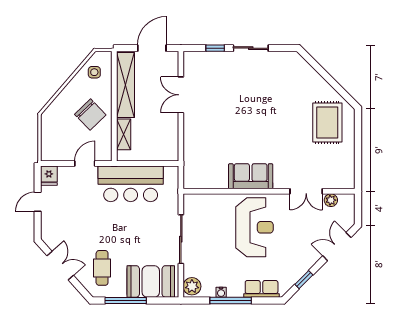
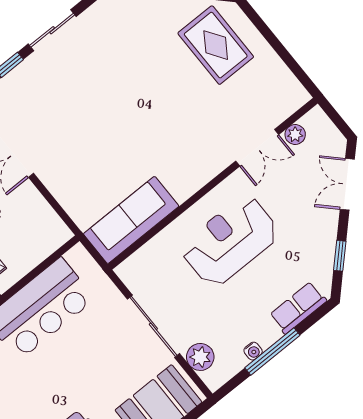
sofa: (251, 176) -> (131, 220), moved, width x1.36
reception desk: (254, 227) -> (230, 241), turned -90
plant: (192, 286) -> (200, 357), moved

